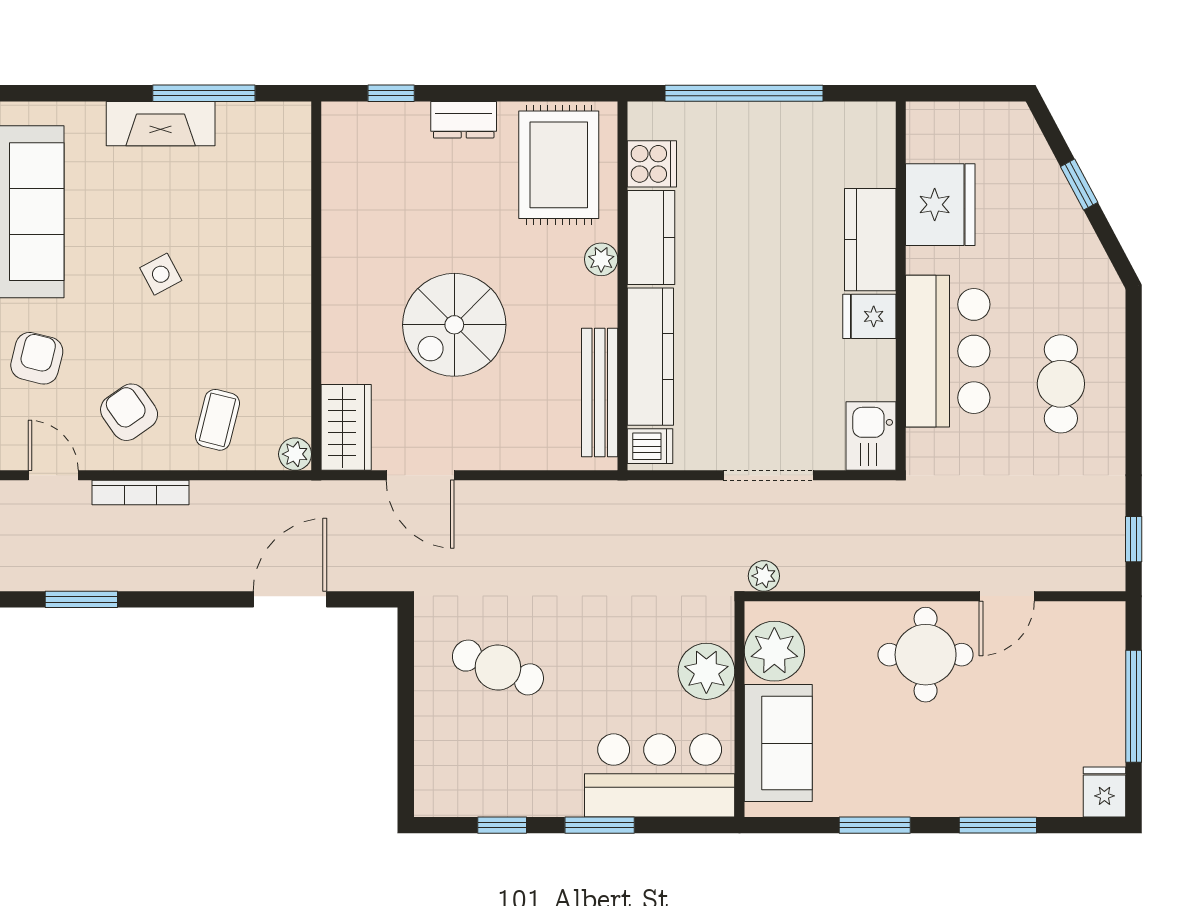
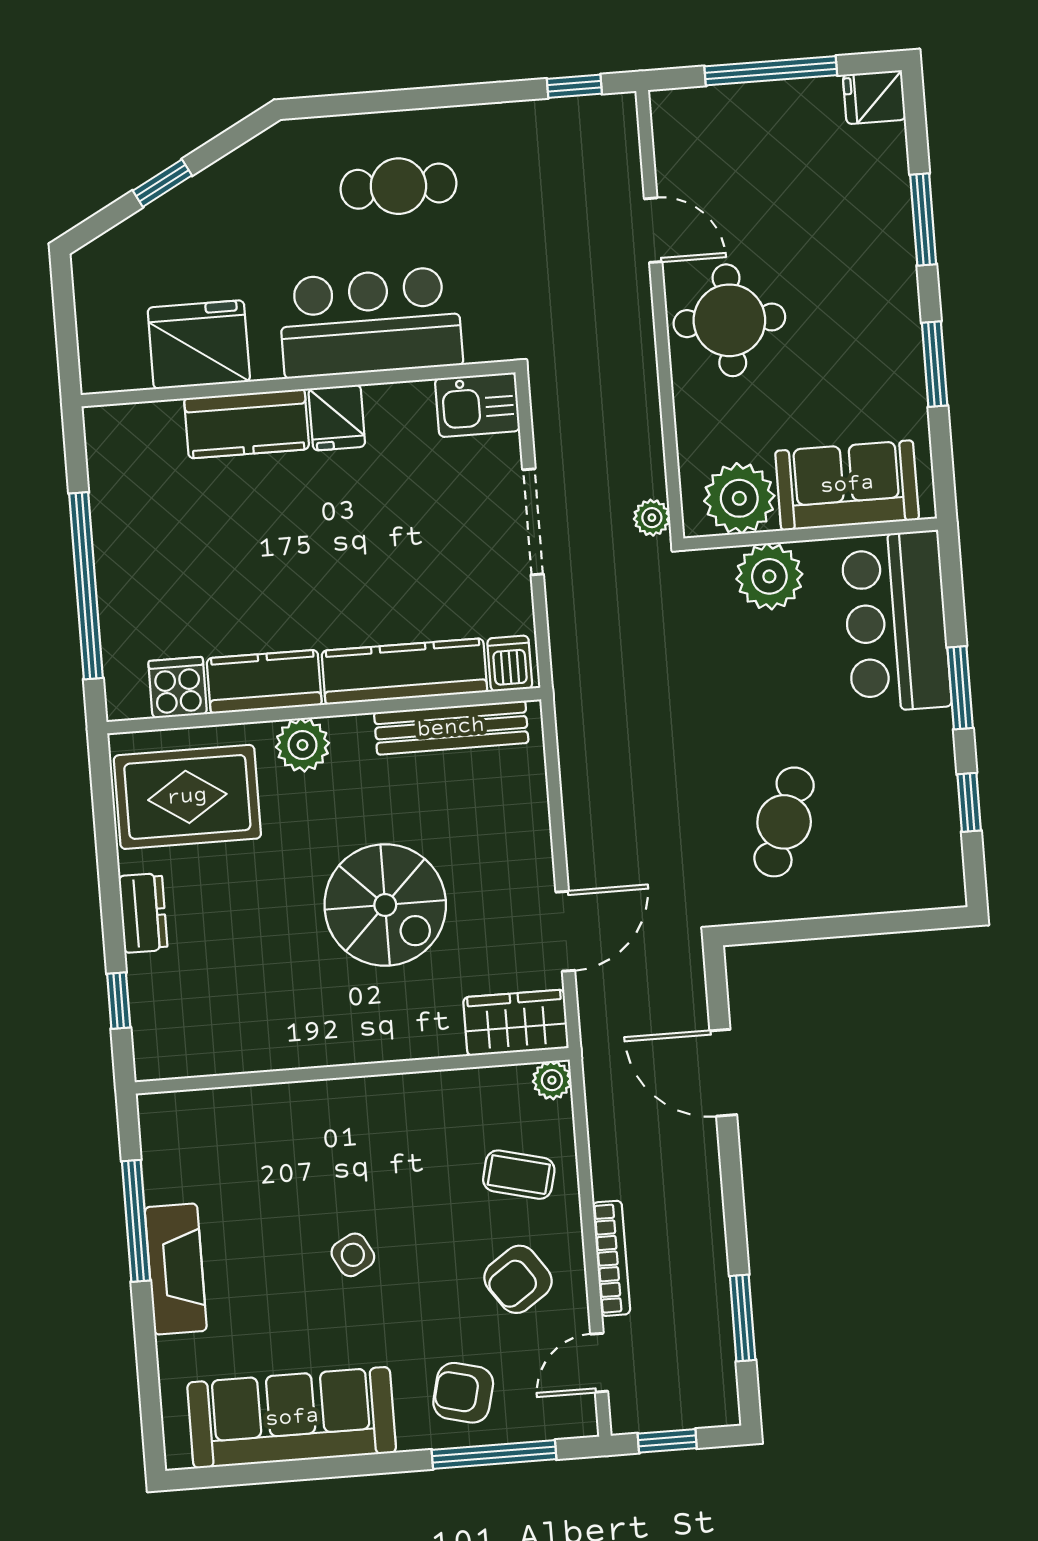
plant: (601, 259) -> (302, 745), width x1.38, depth x1.38

